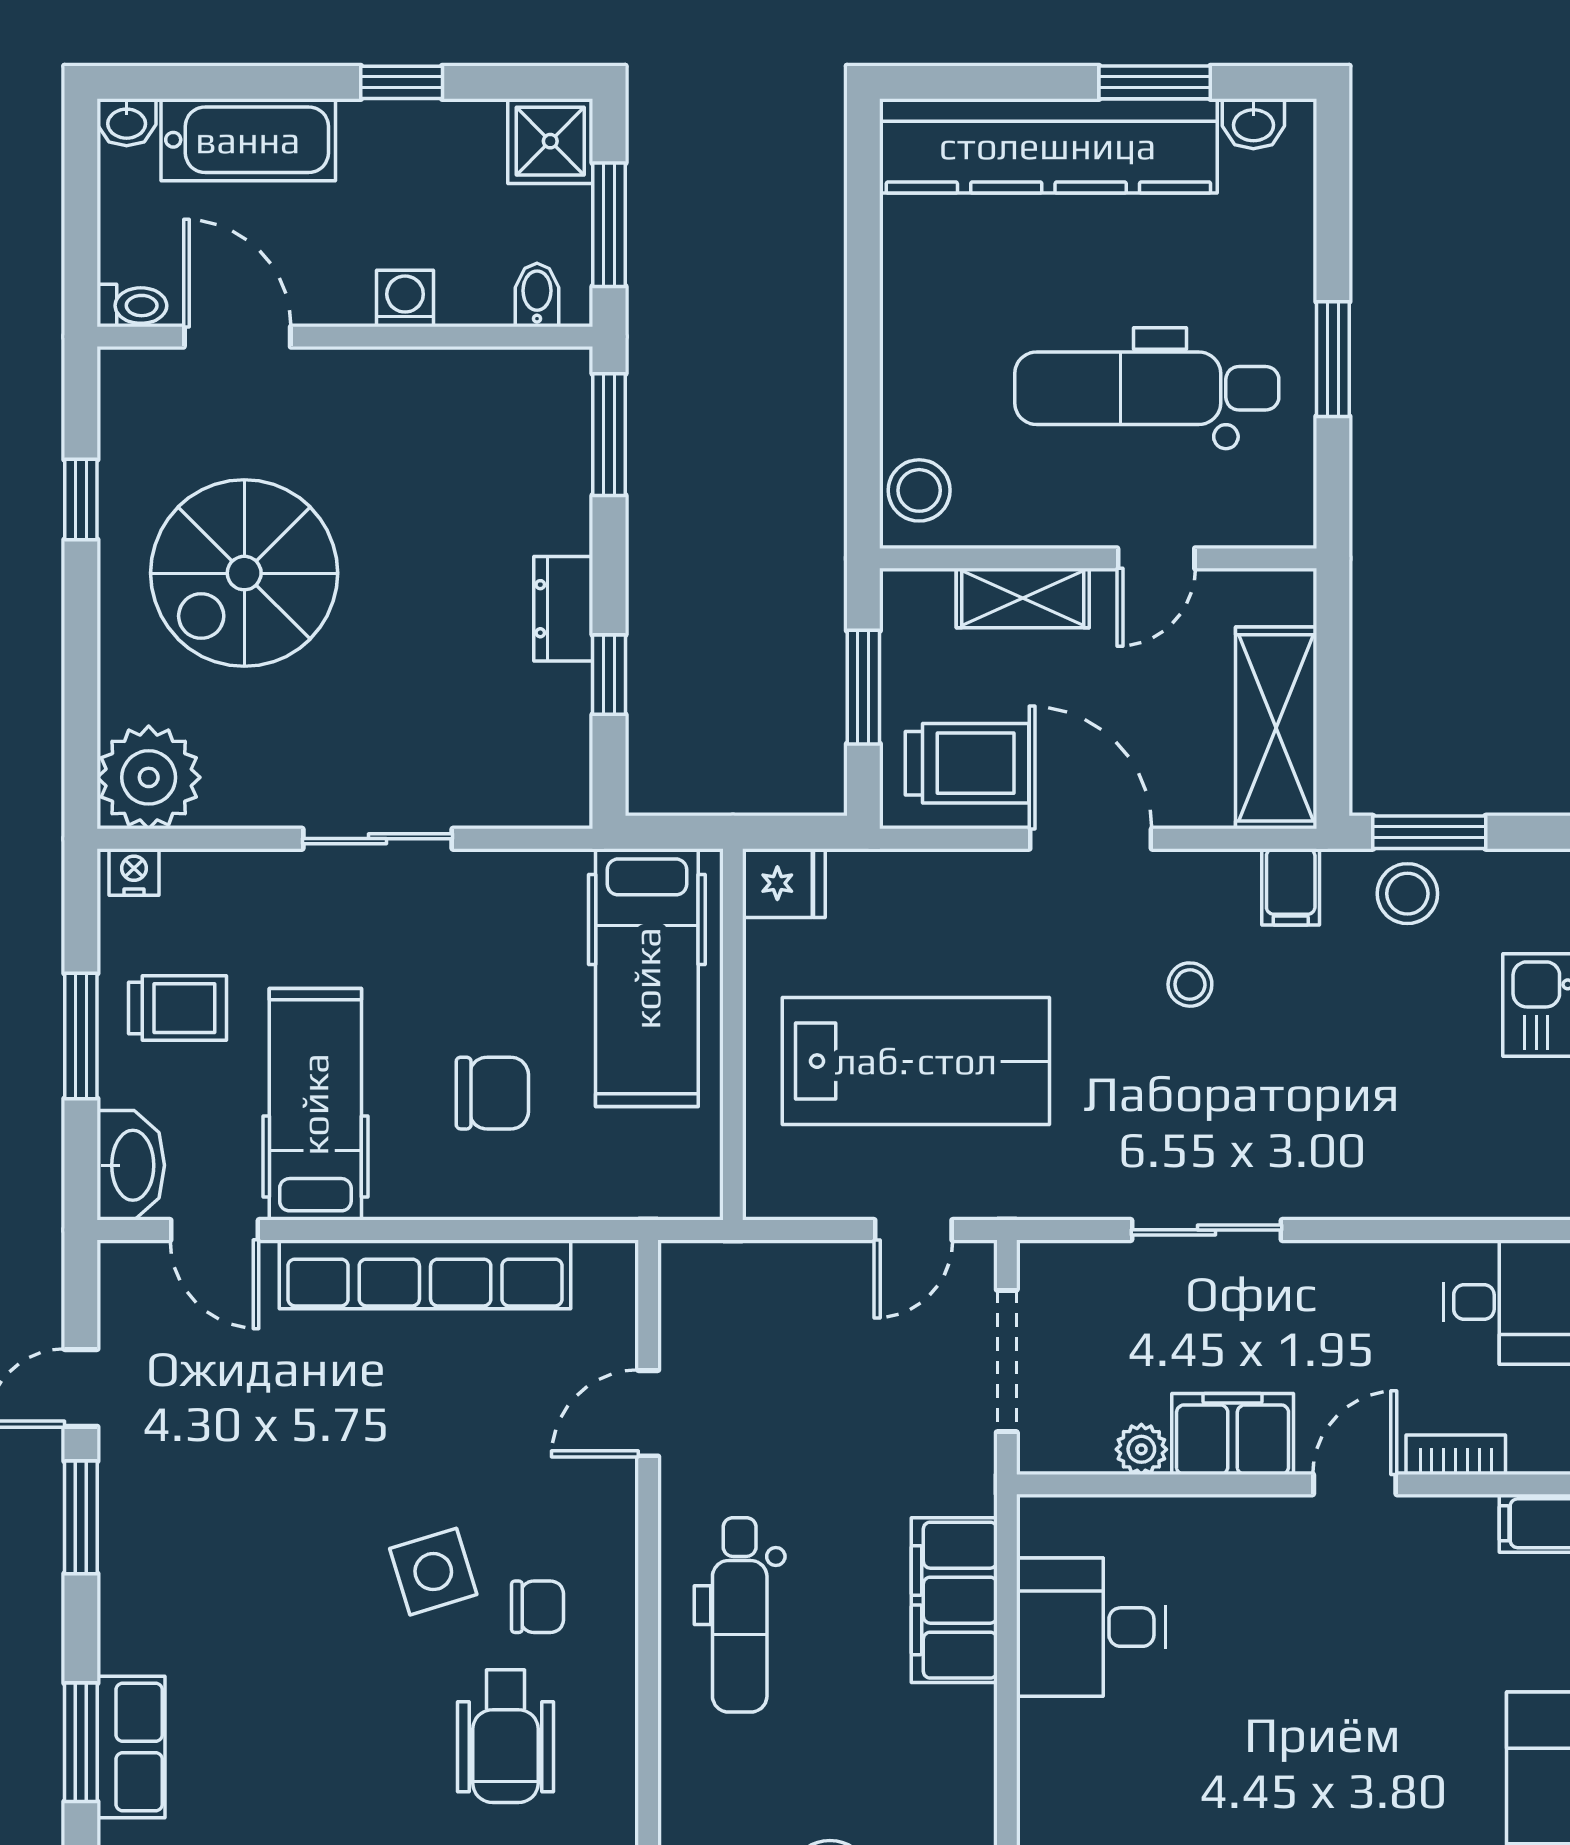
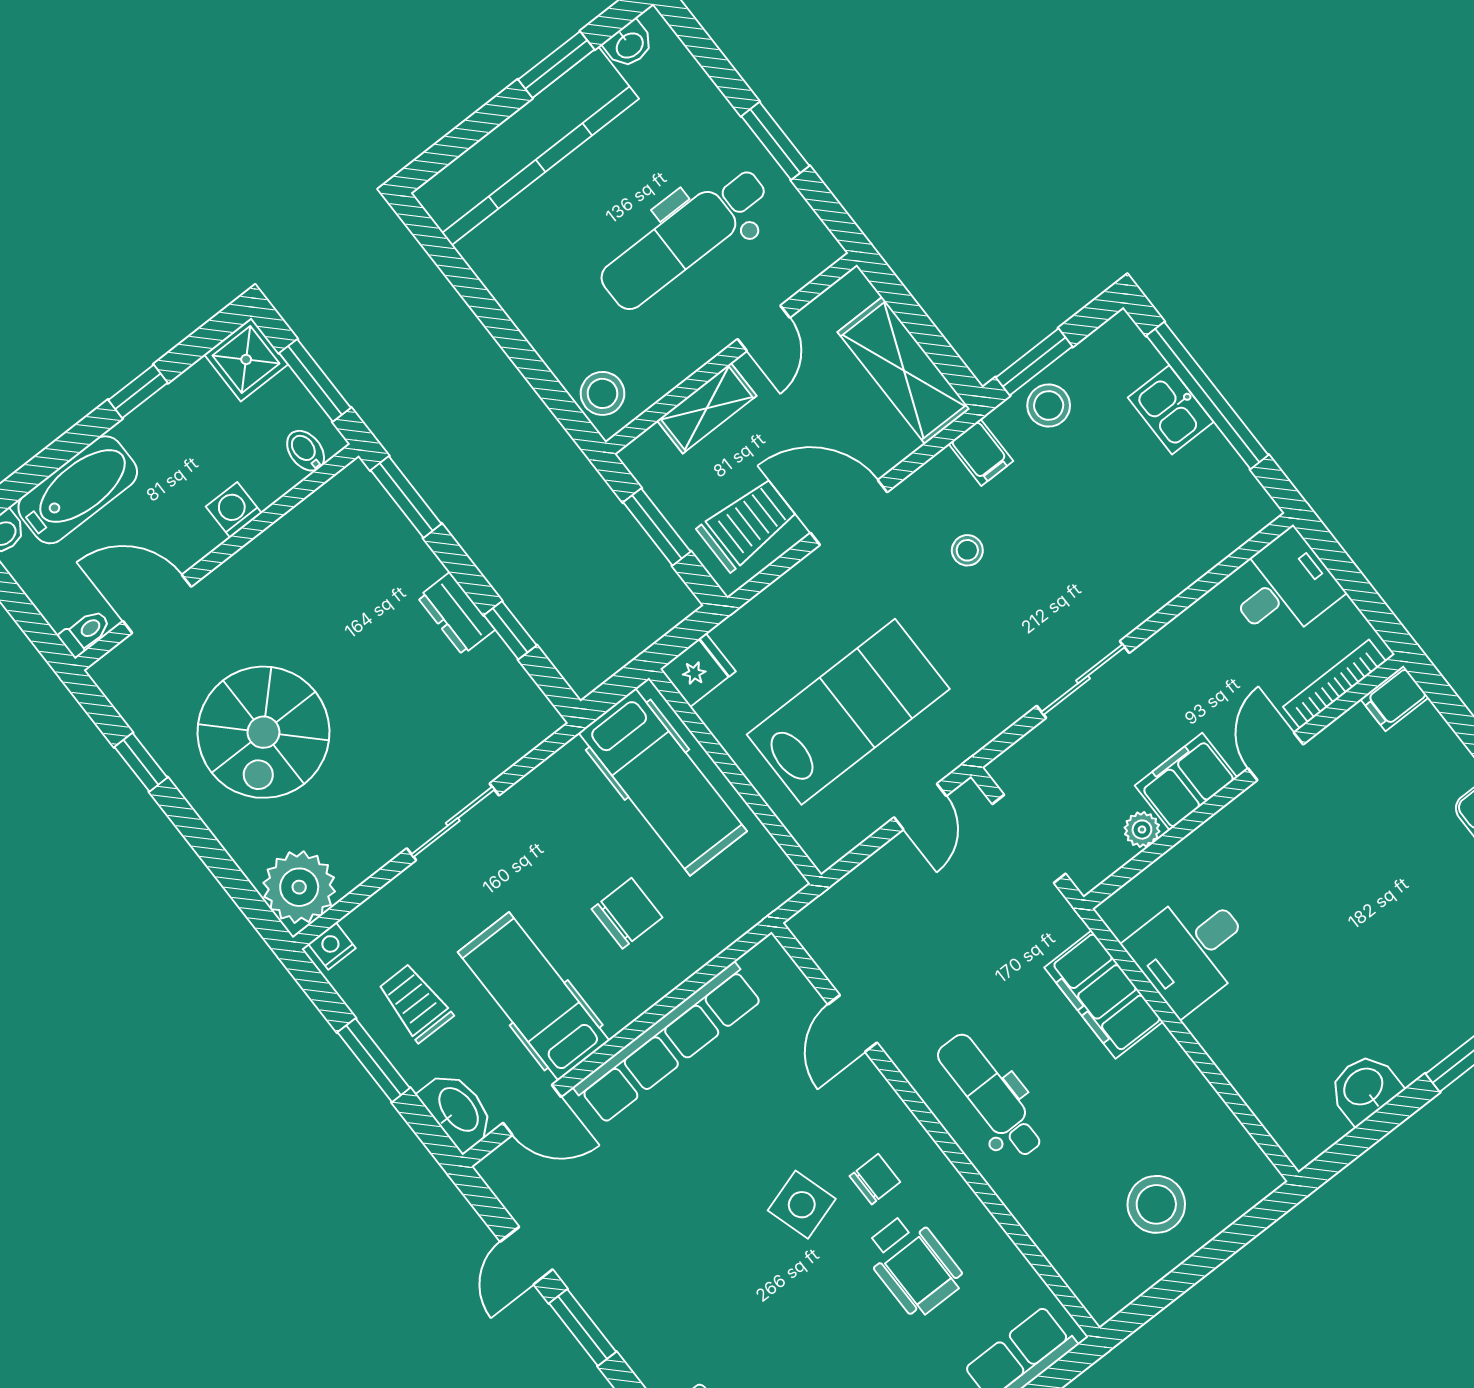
trolley: (177, 1008) -> (415, 1003), turned -90
bookcase: (1456, 1455) -> (1334, 684), width x1.56
dental chair: (740, 1615) -> (991, 1096), turned 180

